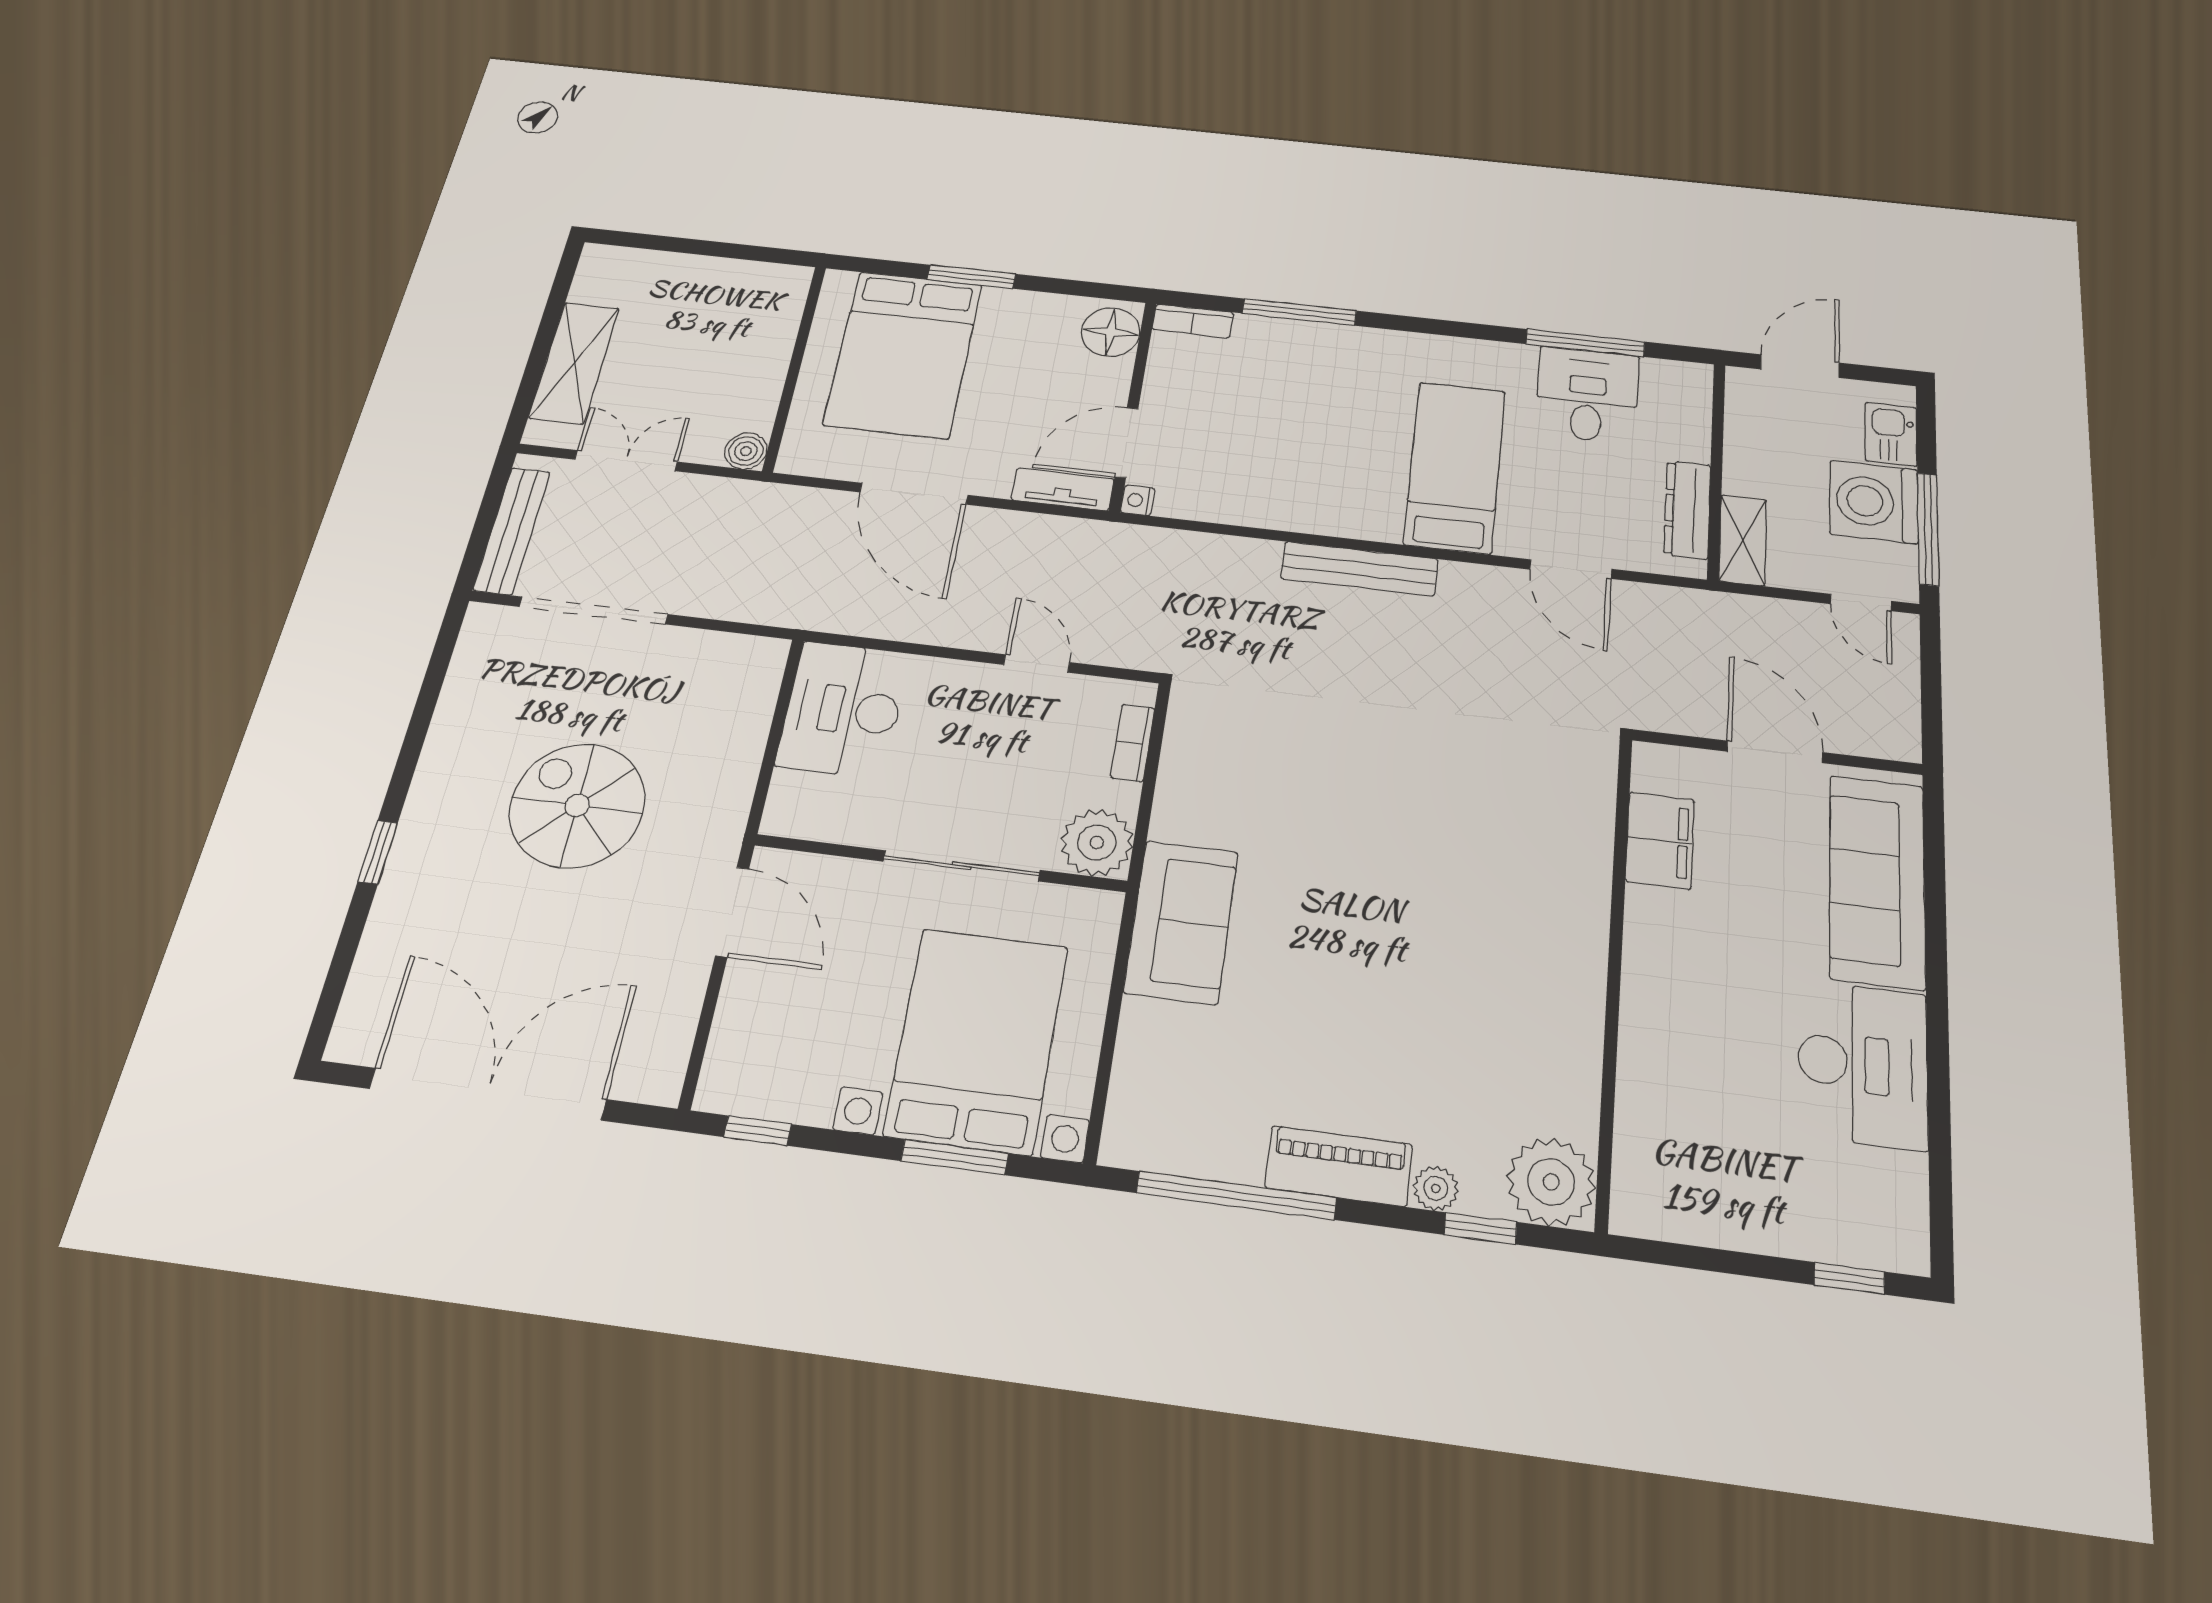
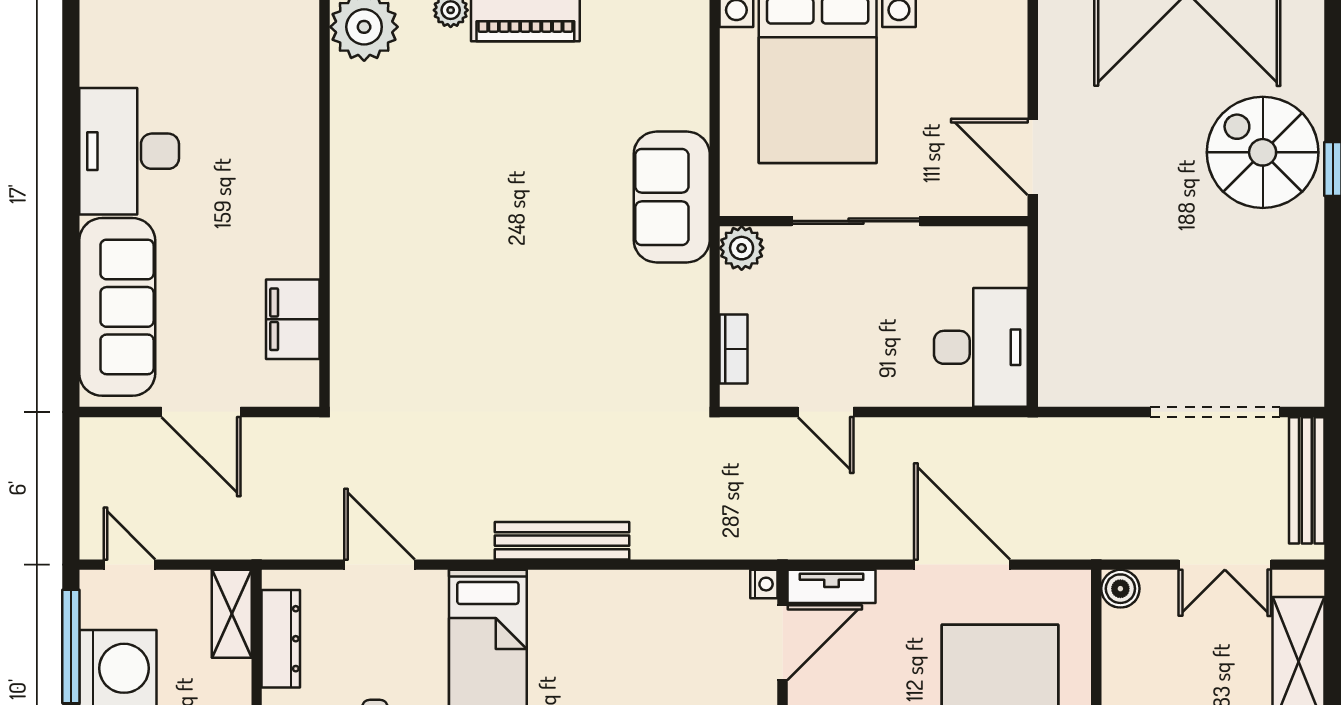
spiral stairs: (577, 805) -> (1263, 152), moved, turned 180
plant: (1097, 842) -> (742, 248), width x0.73, depth x0.73

